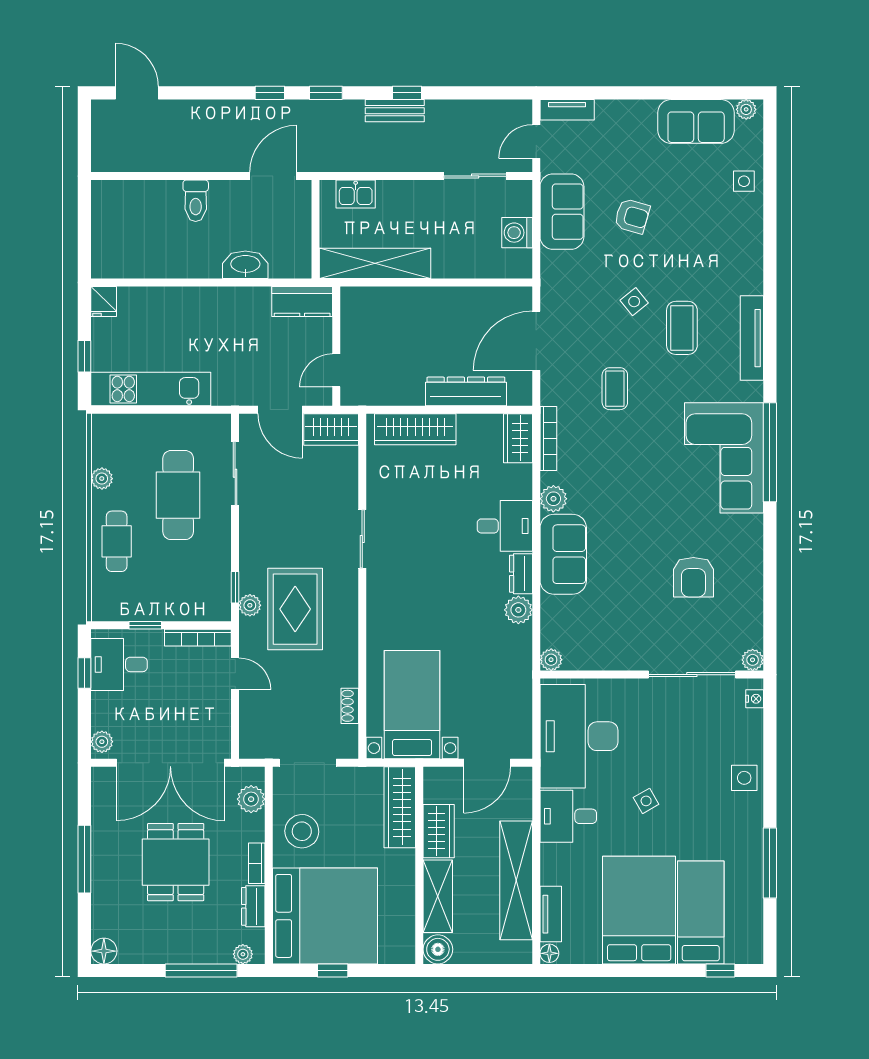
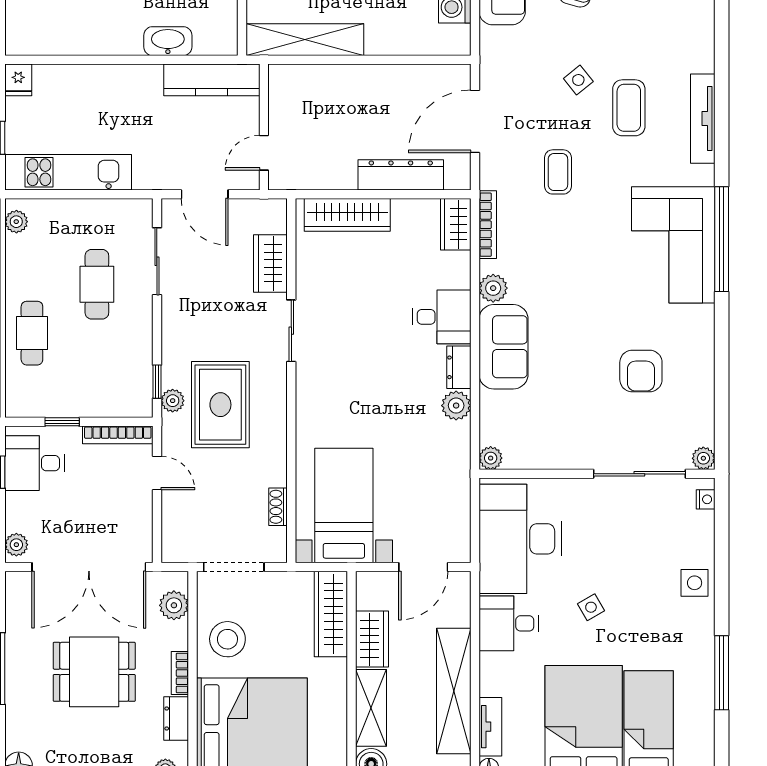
kitchen counter: (302, 302) -> (212, 80), width x1.50
wardrobe: (331, 429) -> (270, 263), moved, turned 90
plant: (102, 479) -> (16, 222), moved
cafe table: (178, 495) -> (97, 284), width x0.73, depth x0.74
dining table: (176, 862) -> (94, 672), turned 90

